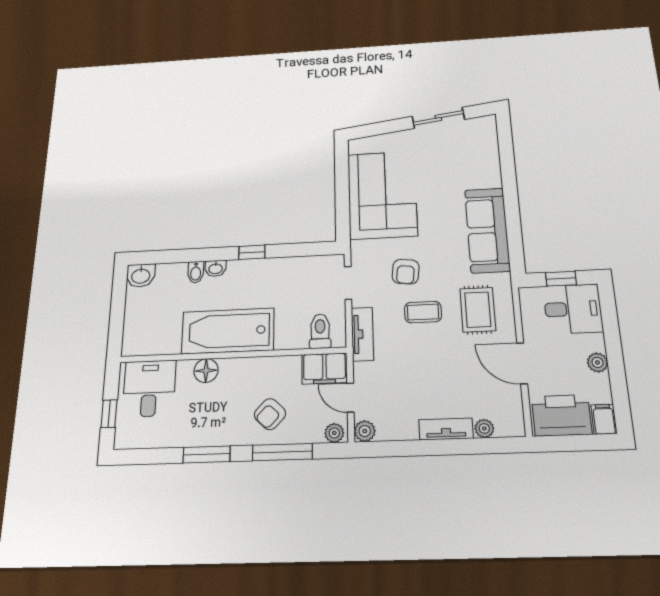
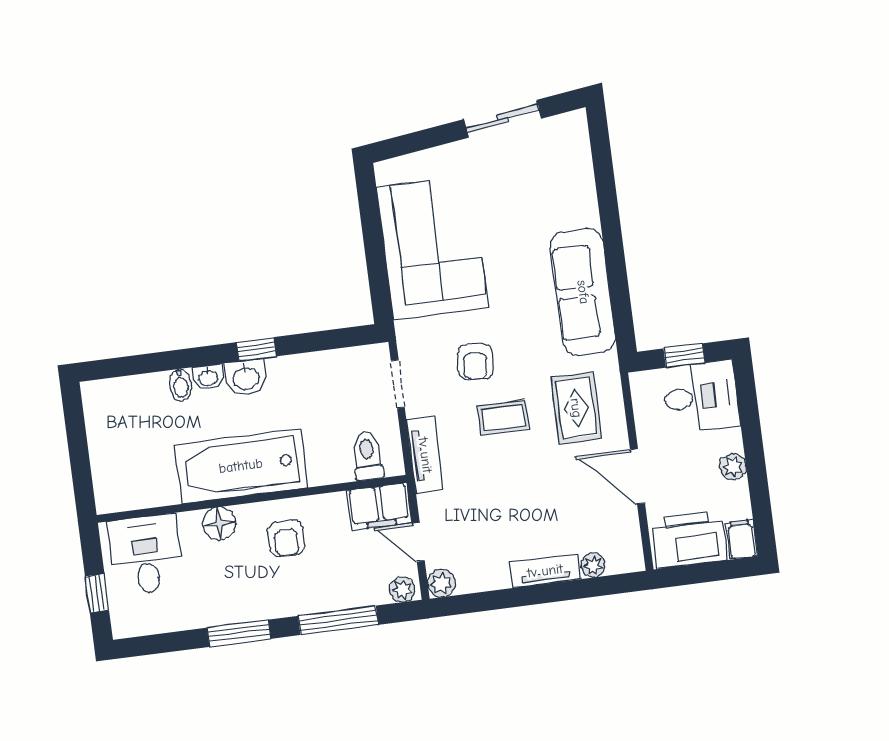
washbasin: (141, 276) -> (246, 378), moved
armchair: (270, 414) -> (286, 538), moved, turned -43

